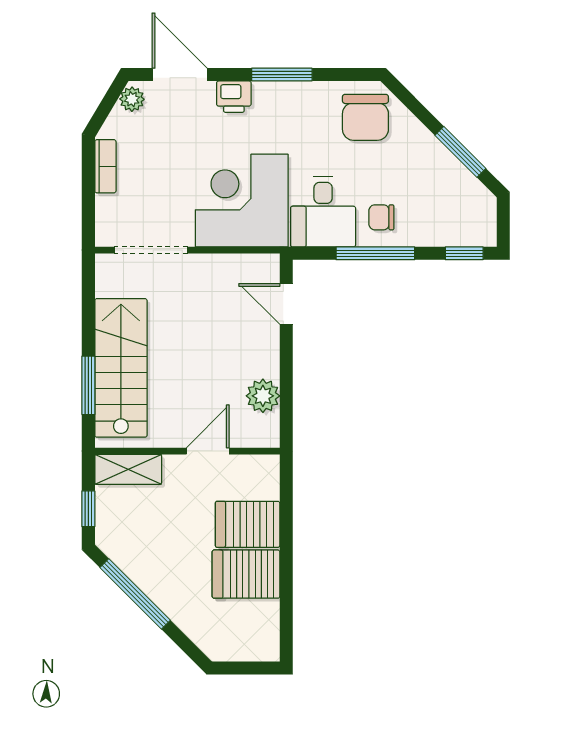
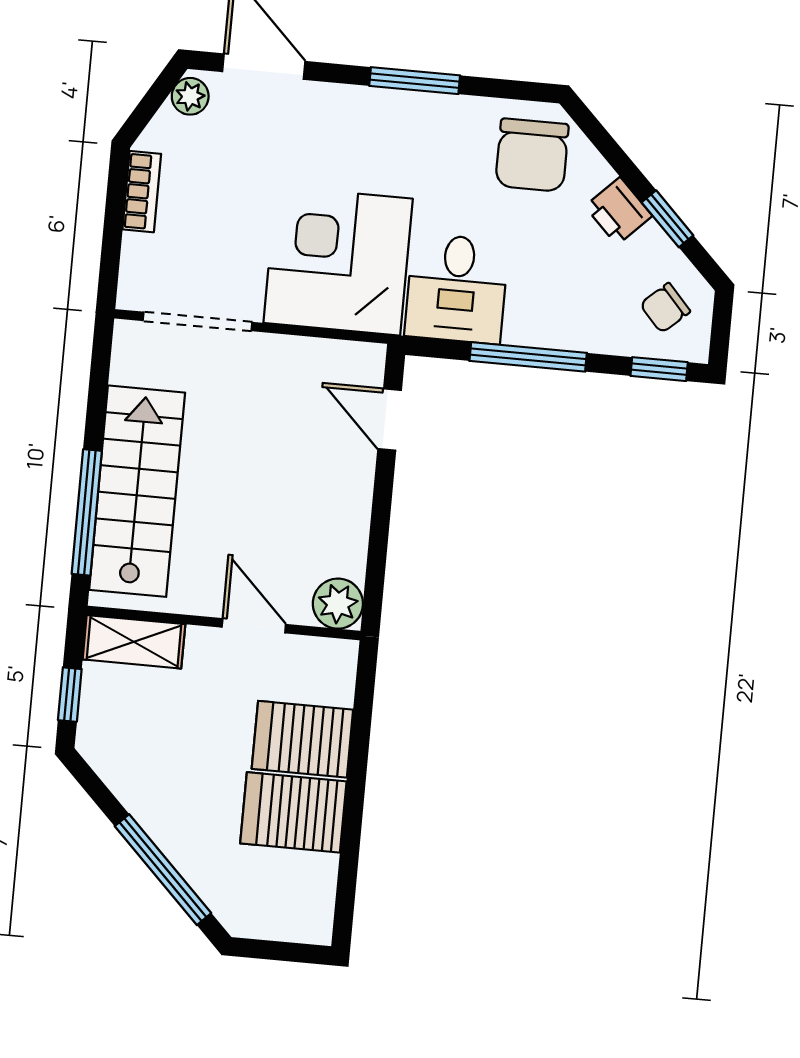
printer: (234, 97) -> (619, 211), moved, turned 45
window: (460, 152) -> (667, 219), width x0.67
chair: (381, 217) -> (665, 308), moved, turned -42
window: (88, 385) -> (87, 512), width x1.44
plant: (263, 396) -> (338, 604), moved
door: (208, 451) -> (254, 626), hinge flipped
window: (135, 594) -> (163, 870), moved

